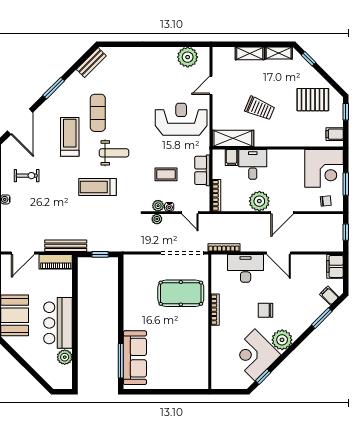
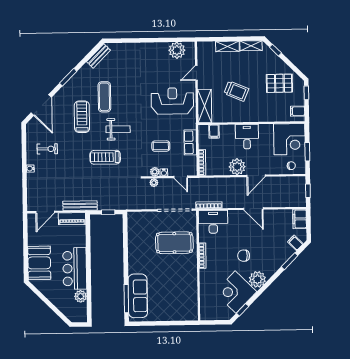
shelving: (233, 138) -> (205, 106), moved, turned 90
desk: (253, 164) -> (247, 137), moved
desk: (246, 268) -> (213, 222), moved

